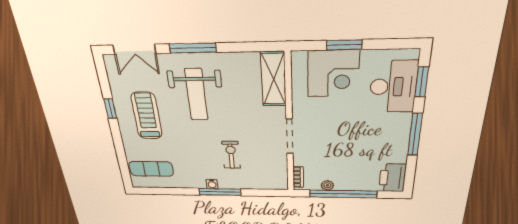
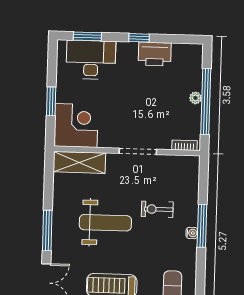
corner desk: (333, 74) -> (76, 125), moved
weight bench: (196, 95) -> (105, 223), moved
window: (415, 134) -> (139, 38), width x0.46
printer: (392, 178) -> (155, 54), moved
plant: (327, 185) -> (196, 98), moved

